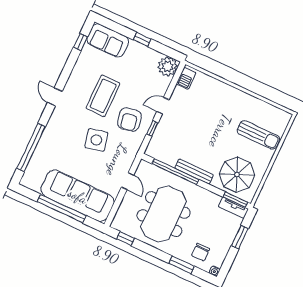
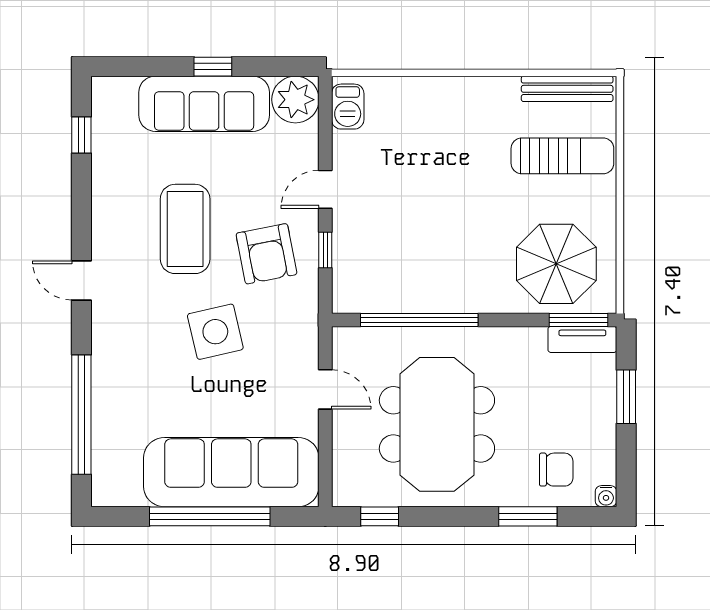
sofa: (108, 40) -> (204, 104), moved, width x1.36
bench: (194, 172) -> (567, 89), moved
chair: (201, 252) -> (556, 470), turned -90

